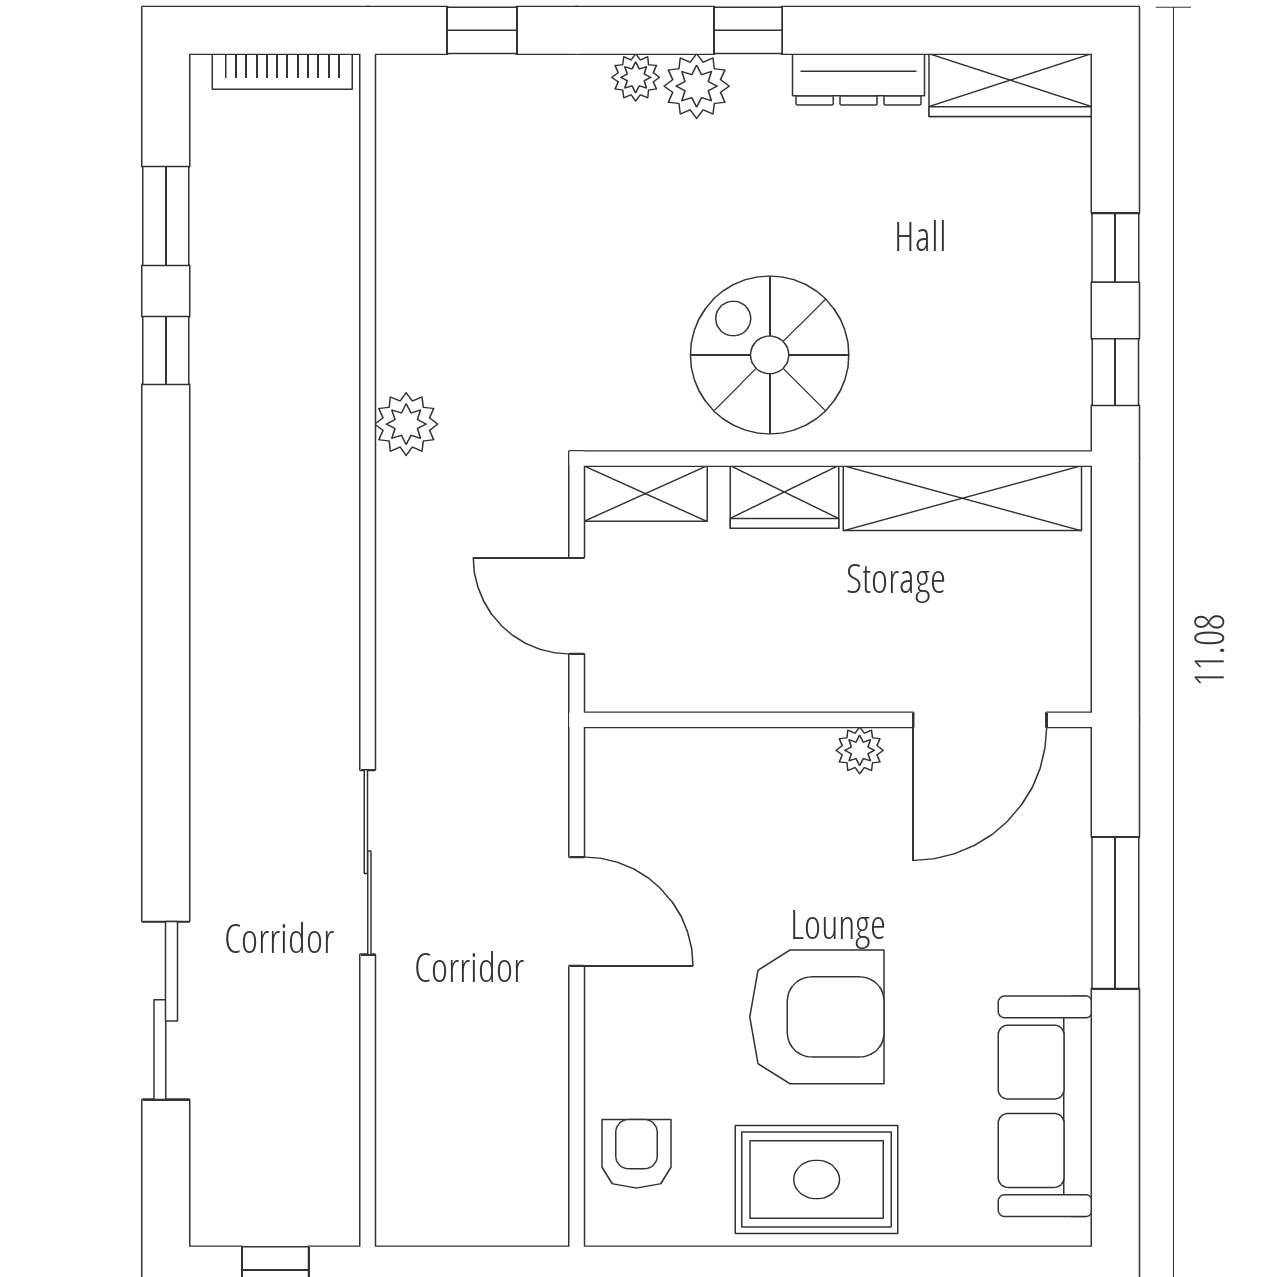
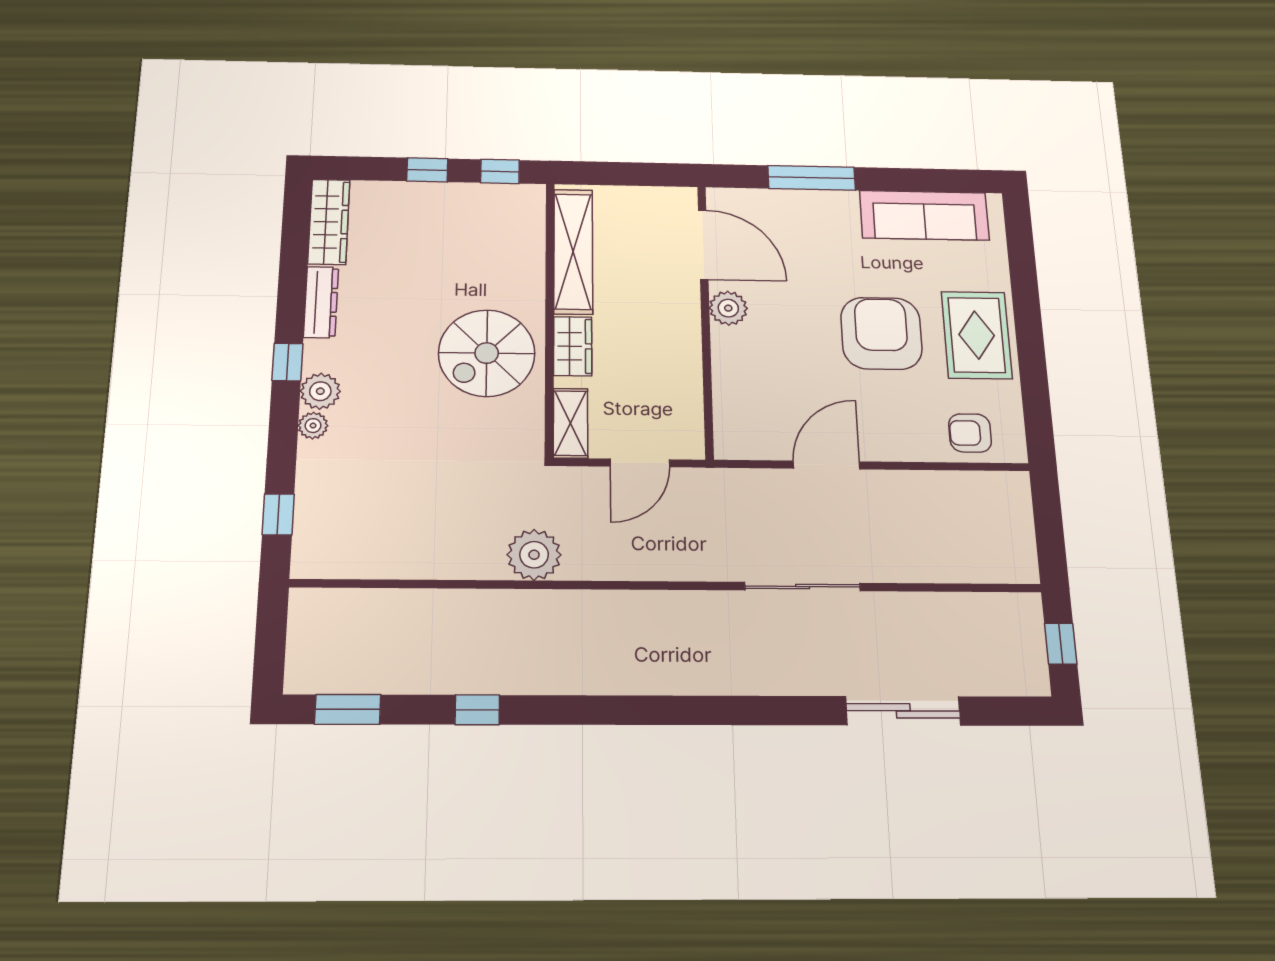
bookcase: (282, 71) -> (298, 636), removed
window: (166, 216) -> (348, 709), moved
plant: (406, 424) -> (534, 555), width x1.36, depth x1.36
plant: (860, 750) -> (728, 308), width x1.38, depth x1.38

